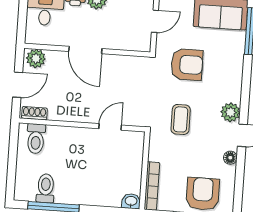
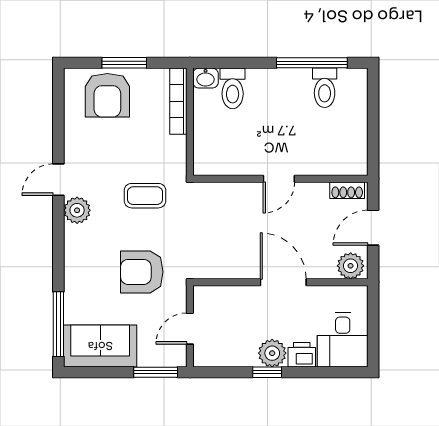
coffee table: (181, 119) -> (145, 196), turned 90
door: (110, 127) -> (279, 179), moved
toilet: (36, 139) -> (233, 88), moved, turned 180
floor lamp: (230, 158) -> (73, 148), removed

